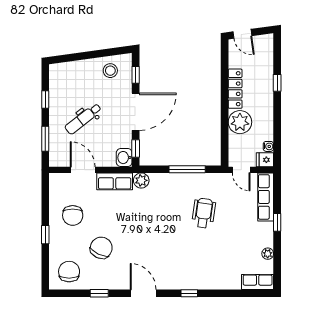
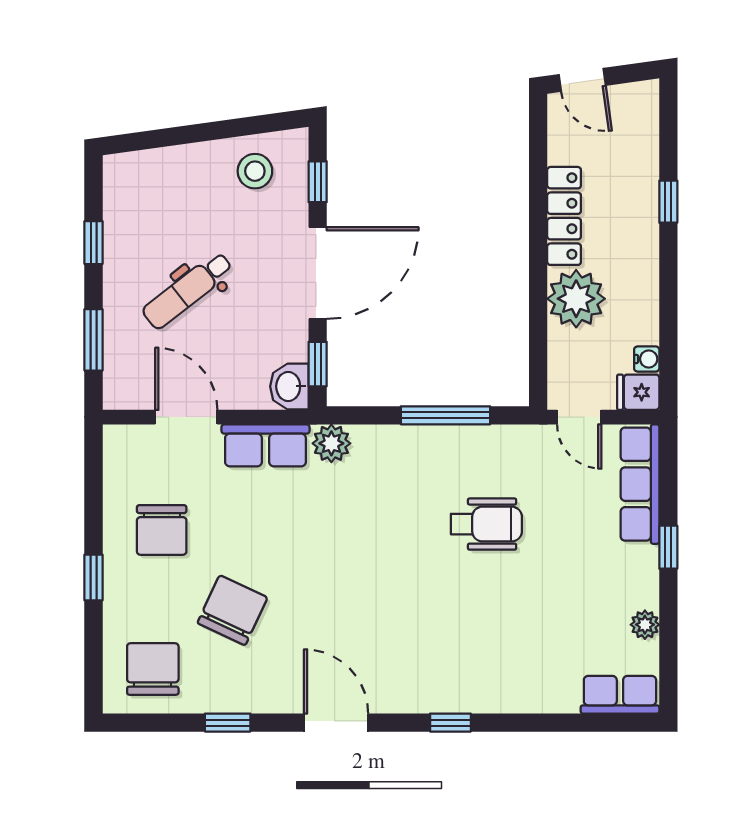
wheelchair: (204, 213) -> (486, 524), turned 82

